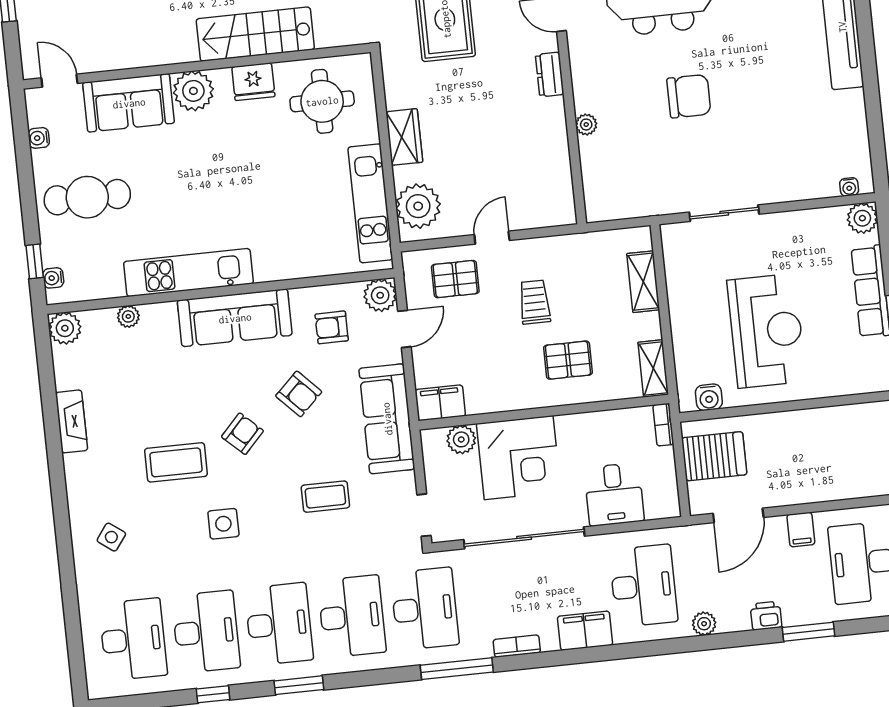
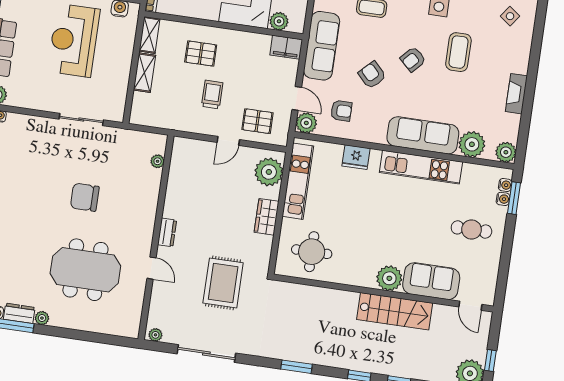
stairs: (255, 34) -> (395, 311), moved
fridge: (253, 82) -> (356, 157), moved, turned 180
plant: (586, 125) -> (158, 161), moved
water cooler: (39, 138) -> (503, 199), moved
cafe table: (87, 197) -> (471, 229), width x0.73, depth x0.74
window: (35, 261) -> (514, 198), width x1.50
shelving: (643, 282) -> (145, 73), moved
trolley: (535, 302) -> (212, 94), turned 180
plant: (128, 316) -> (472, 144), width x1.88, depth x1.88
sofa: (235, 318) -> (423, 135), moved
door: (404, 329) -> (297, 98), swing flipped
coffee table: (176, 462) -> (458, 52), turned 90

